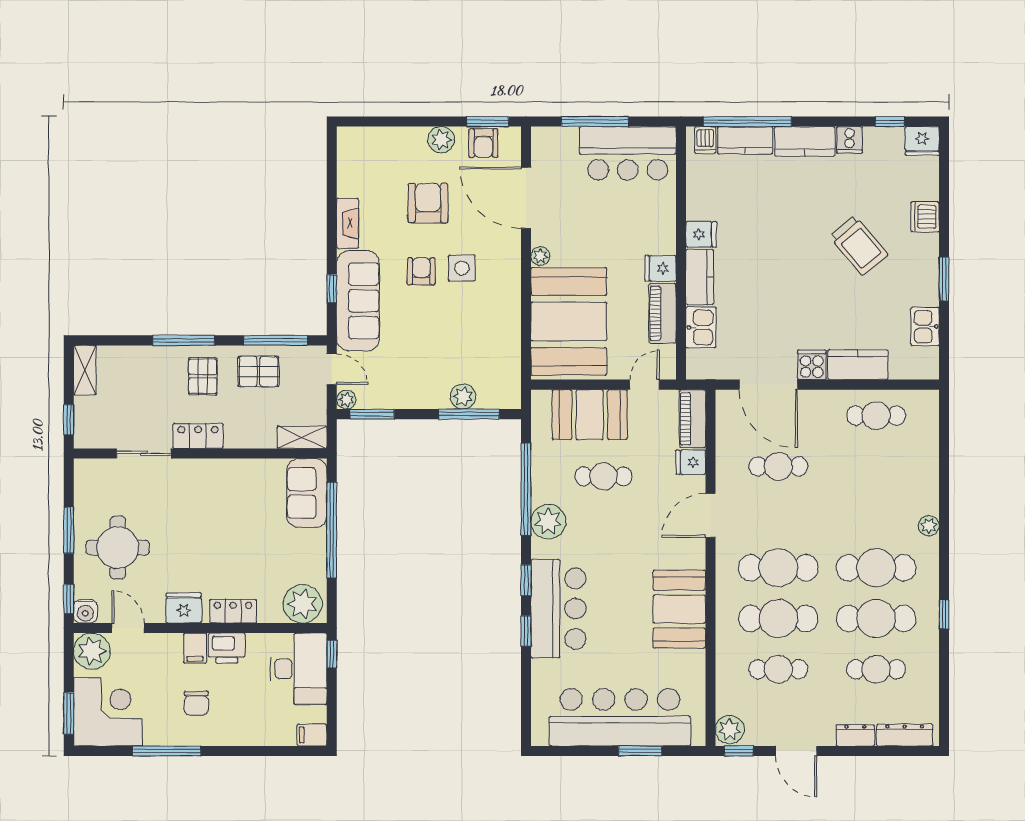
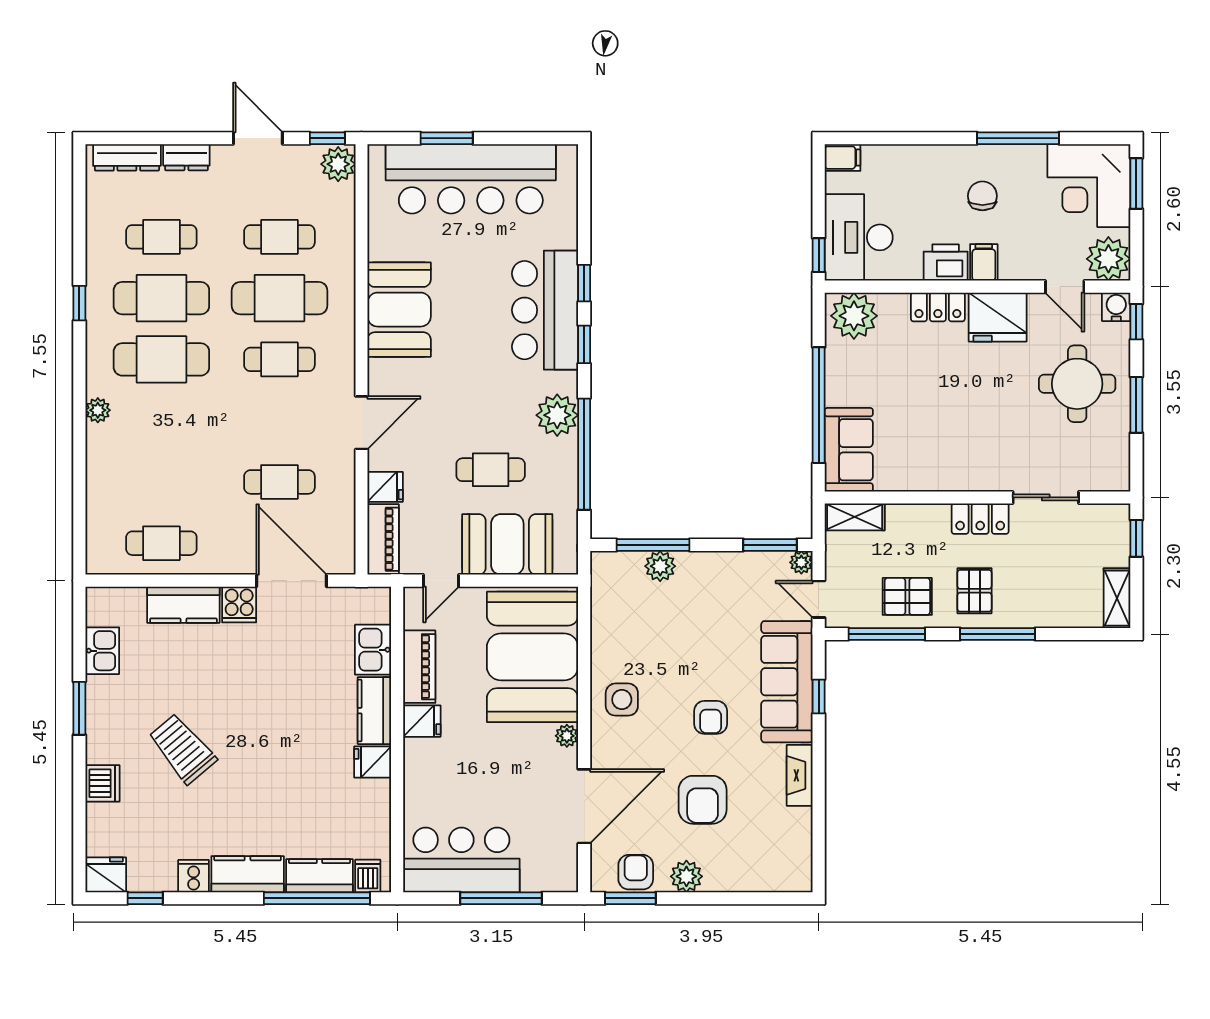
door: (526, 198) -> (584, 806), hinge flipped
side table: (462, 268) -> (622, 700), moved
cafe table: (778, 568) -> (279, 359), width x0.73, depth x0.74
fridge: (184, 608) -> (998, 317), width x1.36, depth x1.34

